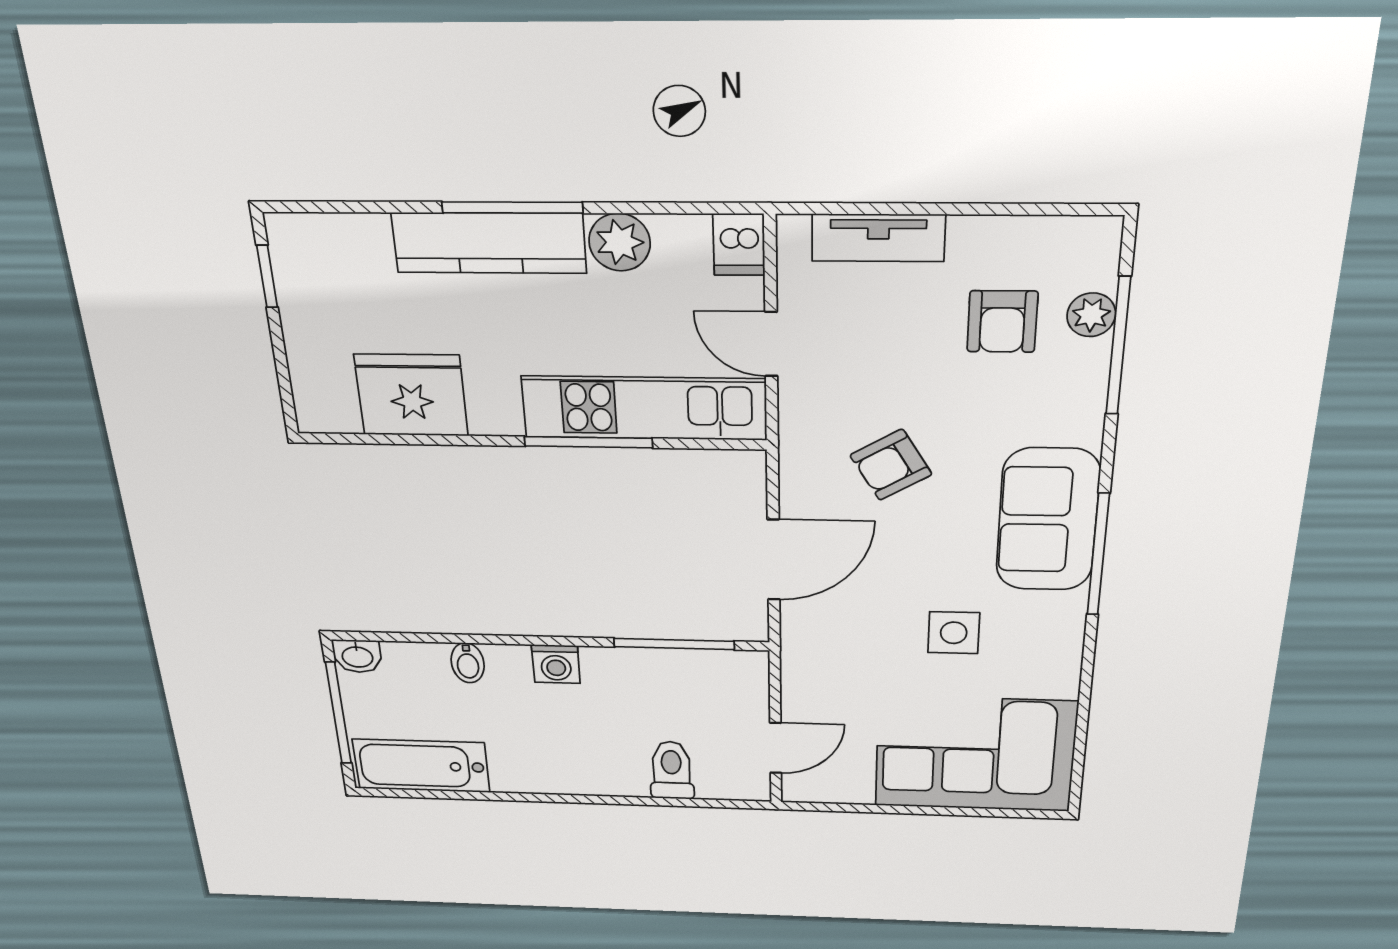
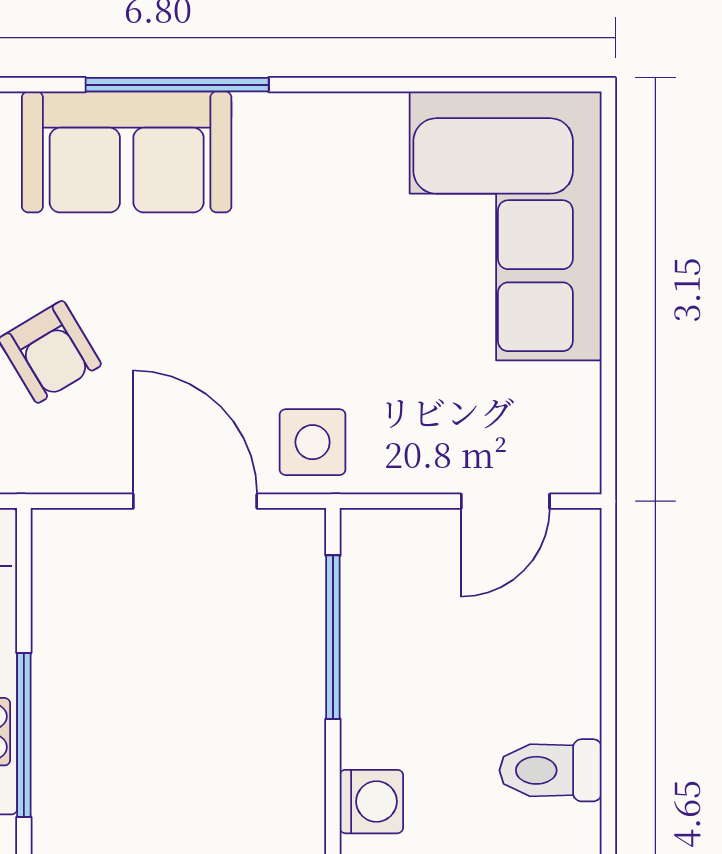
side table: (954, 633) -> (313, 442), moved
door: (776, 748) -> (505, 501), swing flipped
toilet: (672, 770) -> (551, 770), moved

